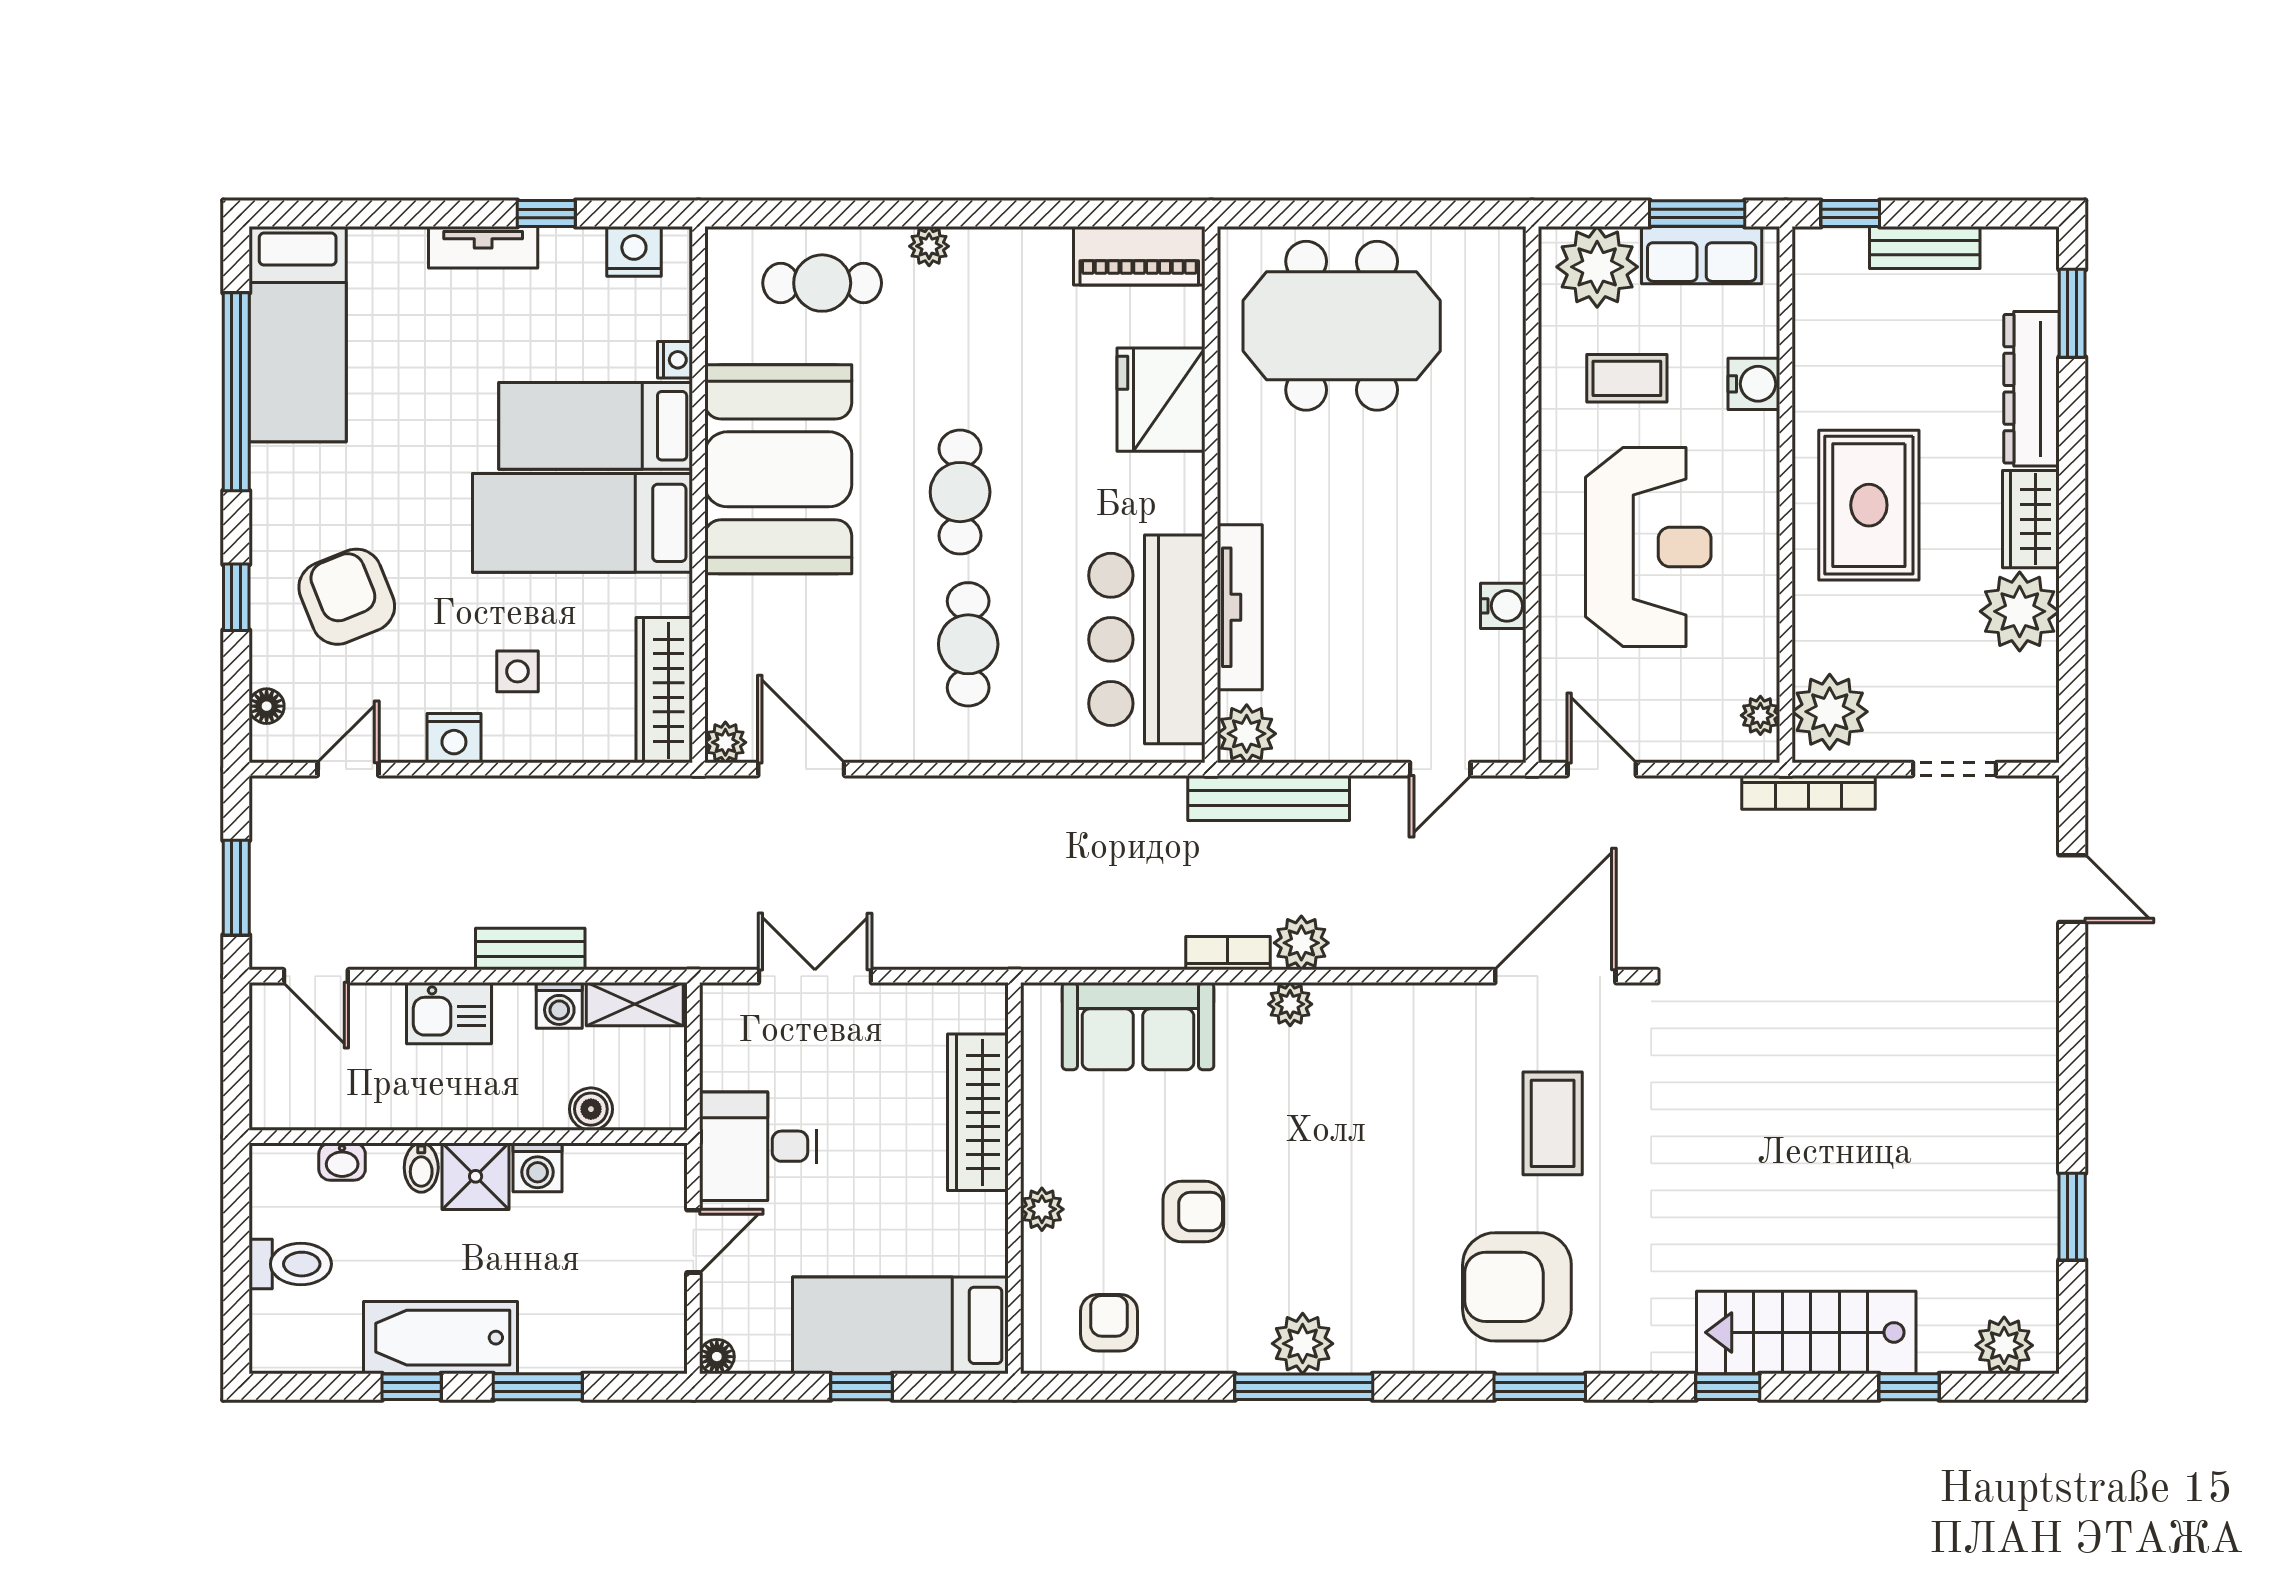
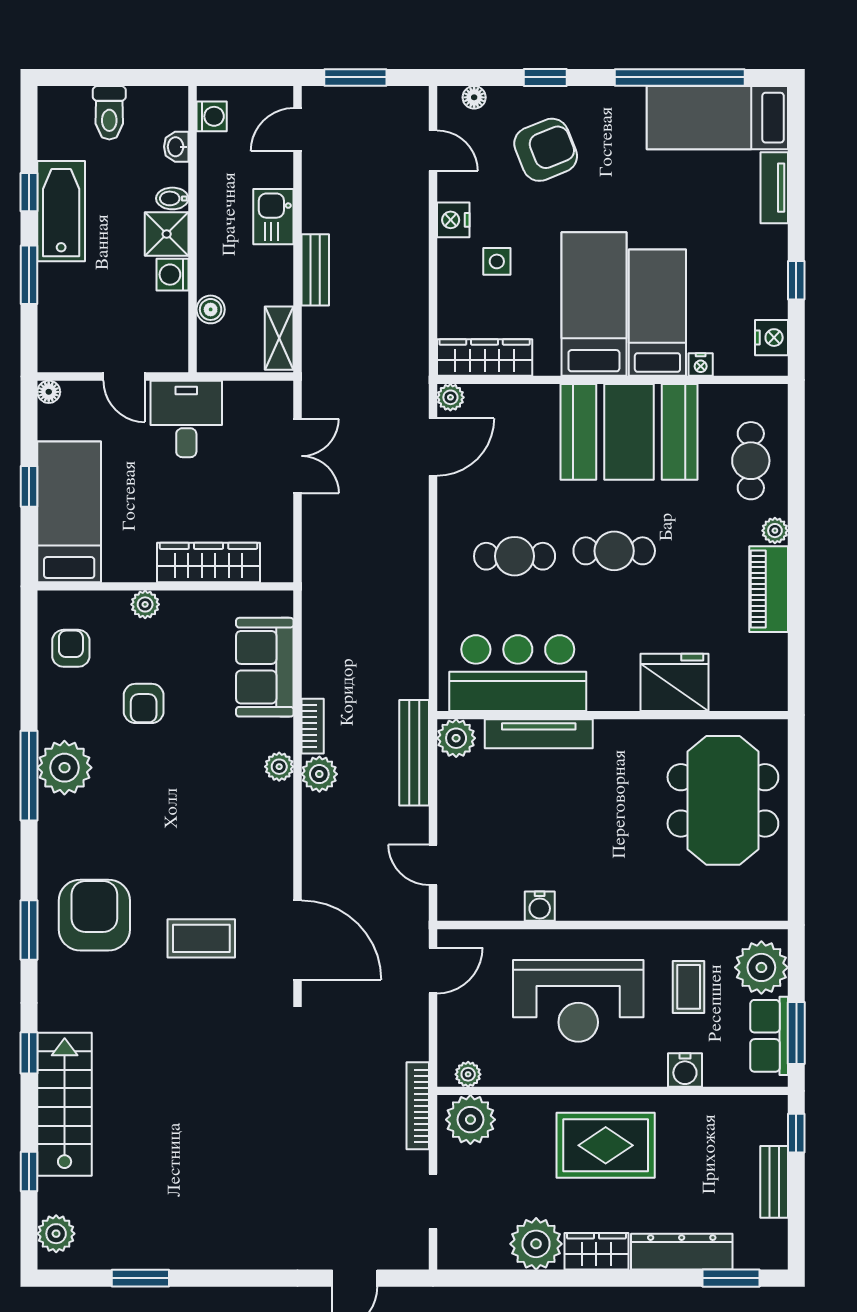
tv unit: (483, 247) -> (774, 188), moved
piano: (1139, 256) -> (769, 589), moved
washing machine: (559, 1005) -> (212, 116), moved, turned 180
armchair: (1109, 1323) -> (71, 648), turned -90
plant: (1303, 1344) -> (64, 768), width x1.36, depth x1.36

